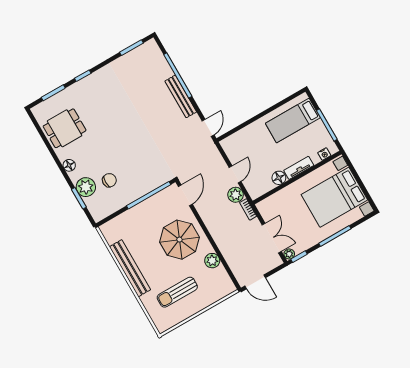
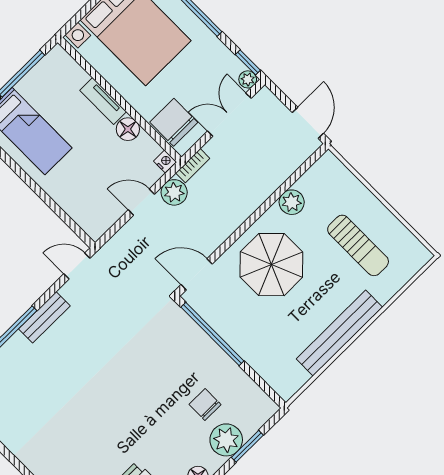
bench: (181, 96) -> (44, 317), width x0.73
nightstand: (324, 154) -> (165, 161), moved
chair: (276, 205) -> (174, 122), added

